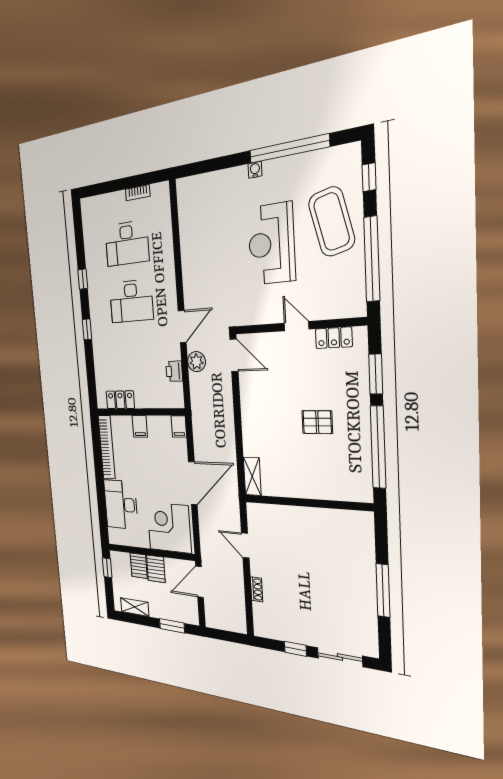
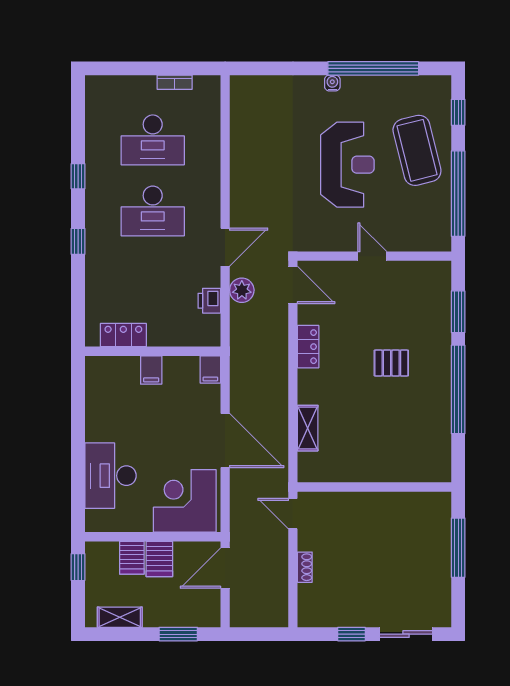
reception desk: (271, 244) -> (347, 165), turned 180
locker: (334, 338) -> (308, 347), moved, turned -90
bookcase: (107, 447) -> (95, 398), removed
door: (193, 483) -> (225, 440), hinge flipped
wall: (307, 503) -> (374, 487), moved

